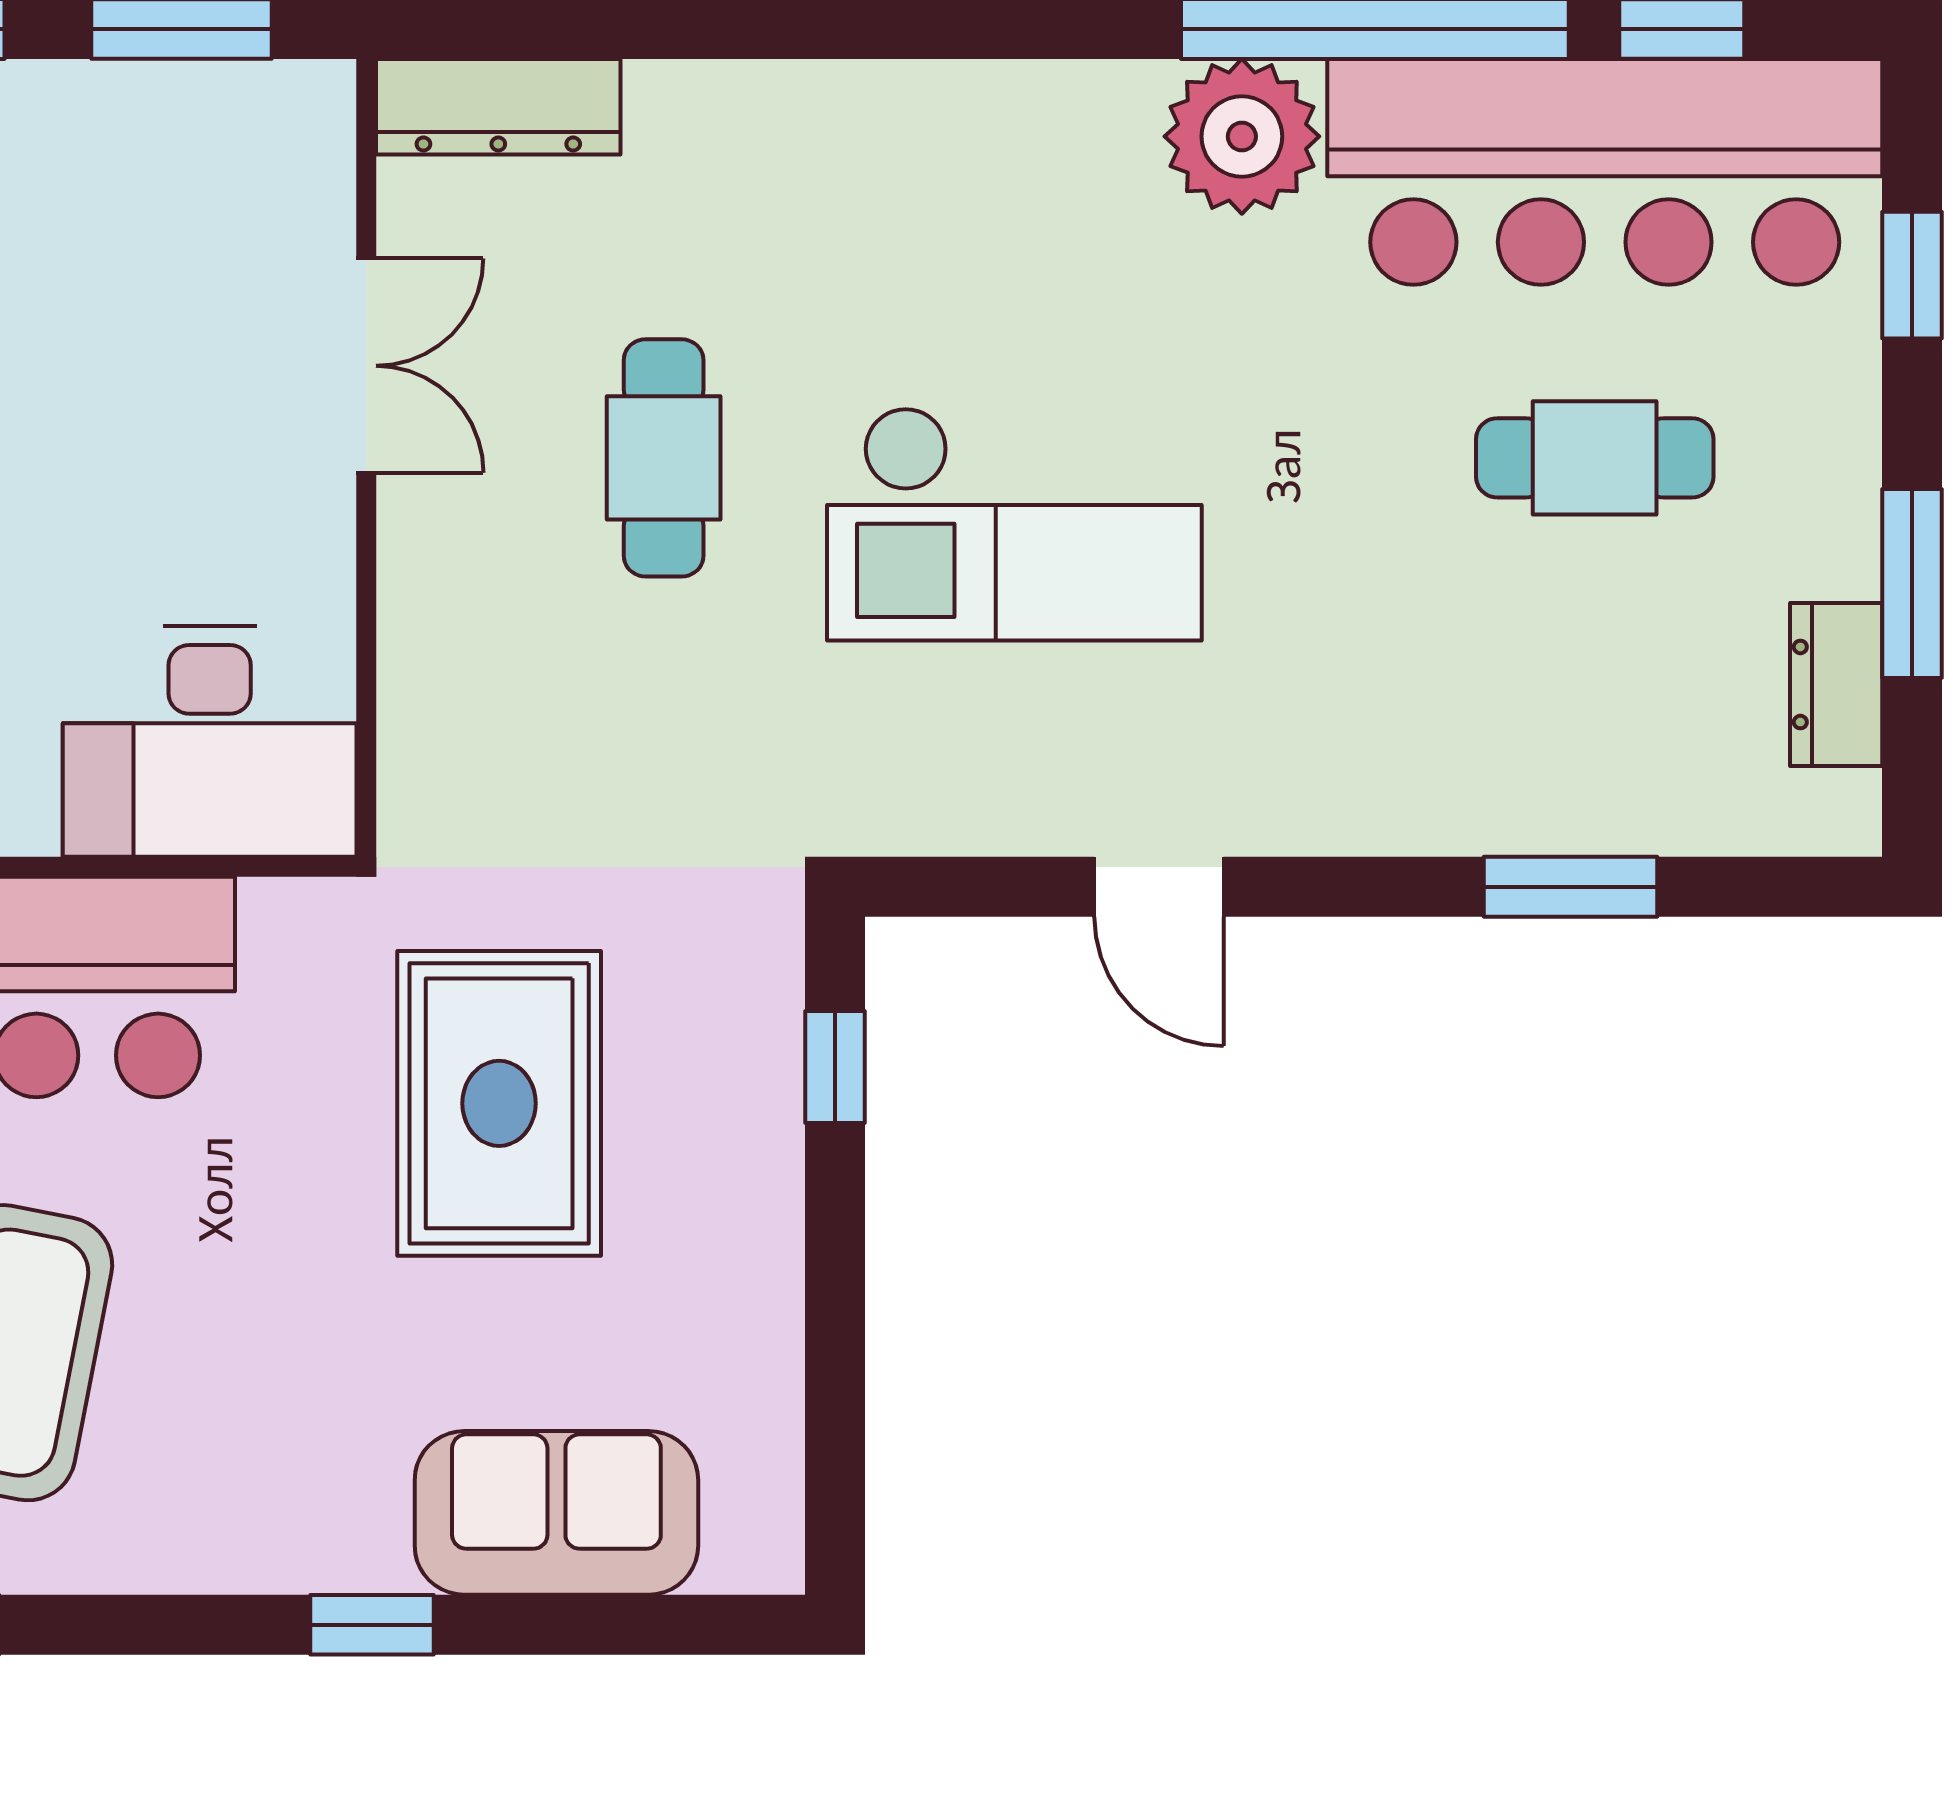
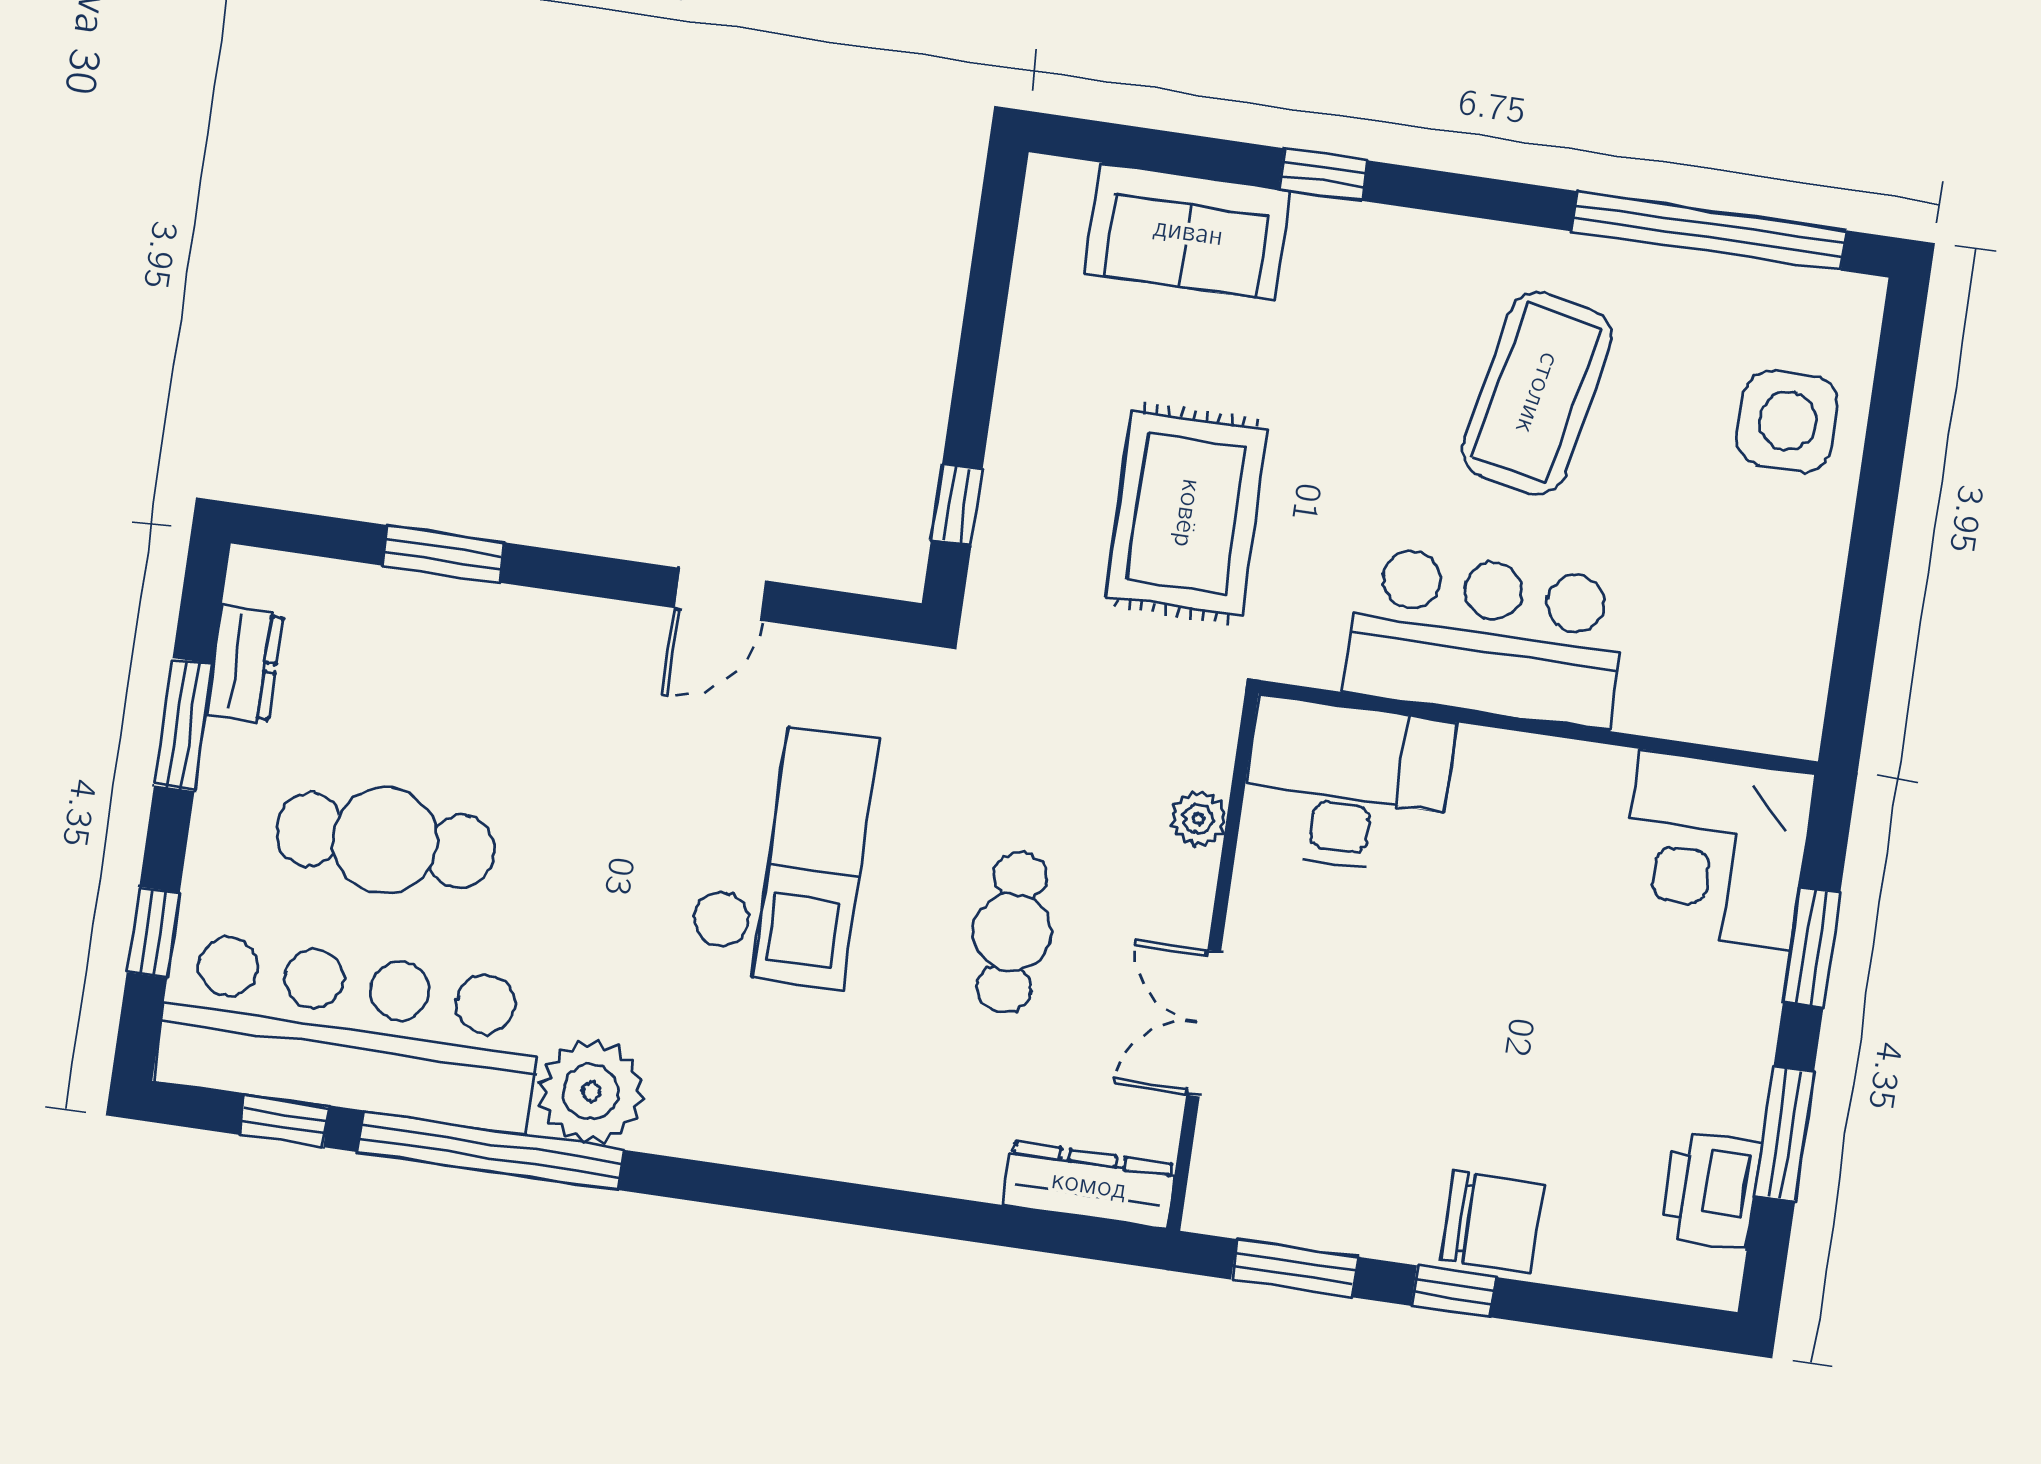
cafe table: (1595, 458) -> (385, 840), width x1.37, depth x1.35
checkout: (1014, 524) -> (782, 853), turned 90
plant: (417, 662) -> (1198, 819), added
door: (1159, 887) -> (721, 594), swing flipped

